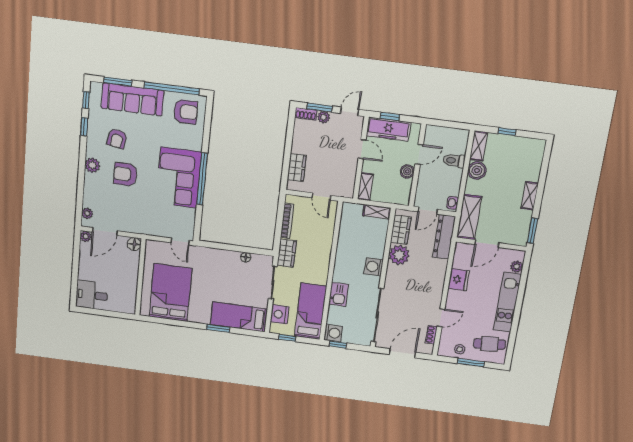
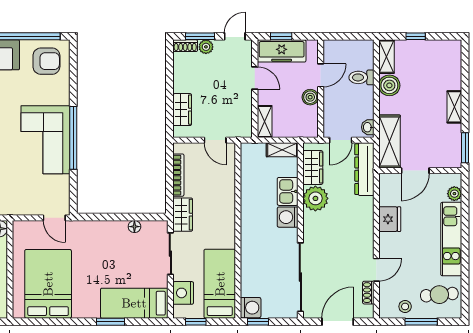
kitchen sink: (339, 294) -> (288, 191), moved, turned 180

